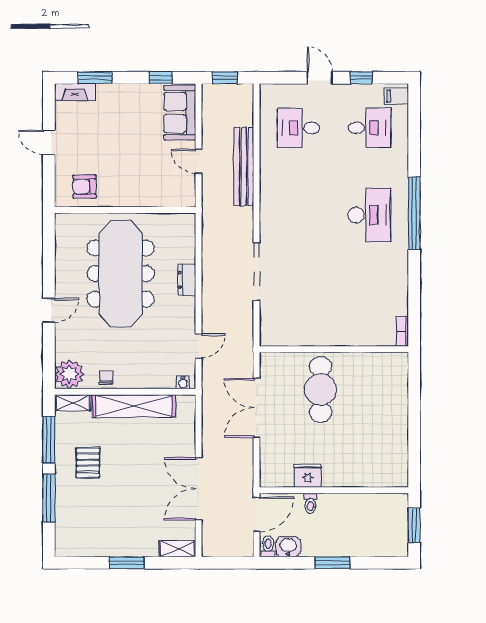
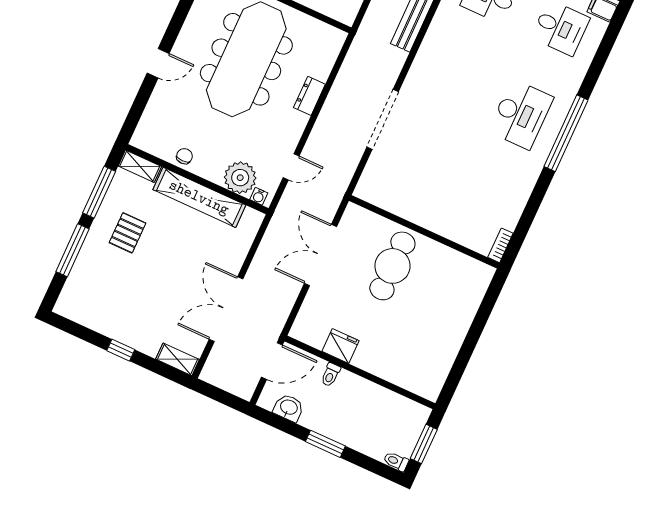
plant: (69, 374) -> (240, 178), moved
toilet: (268, 546) -> (396, 461), moved, turned -90
window: (127, 563) -> (121, 350), width x0.67

